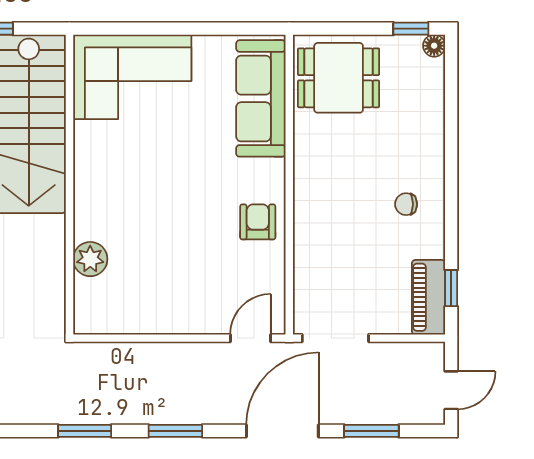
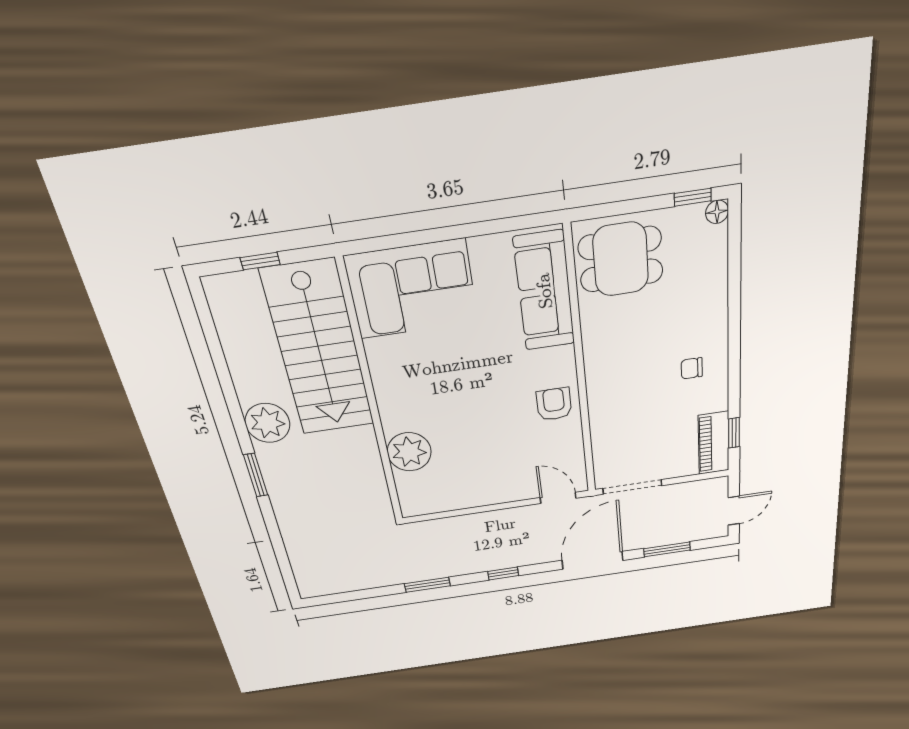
plant: (90, 259) -> (409, 452), width x1.36, depth x1.36
door: (251, 338) -> (558, 498), hinge flipped
window: (175, 431) -> (503, 574), width x0.67

